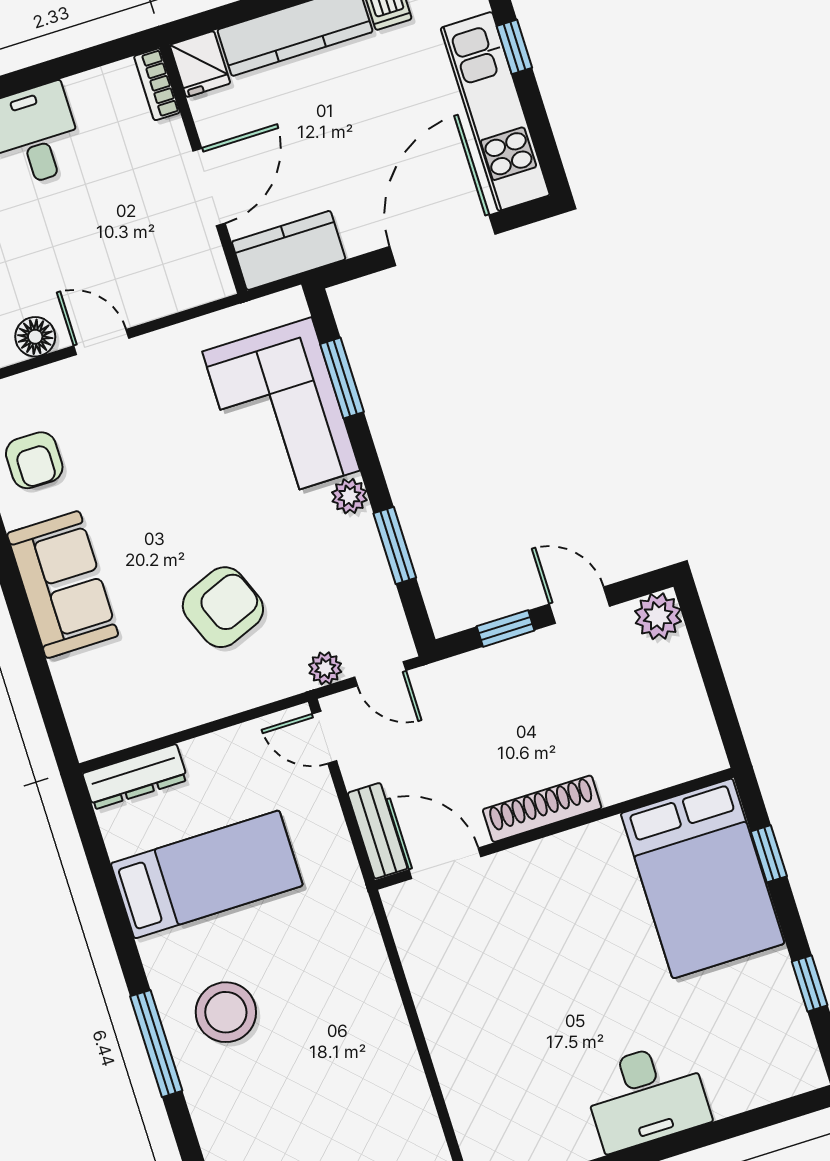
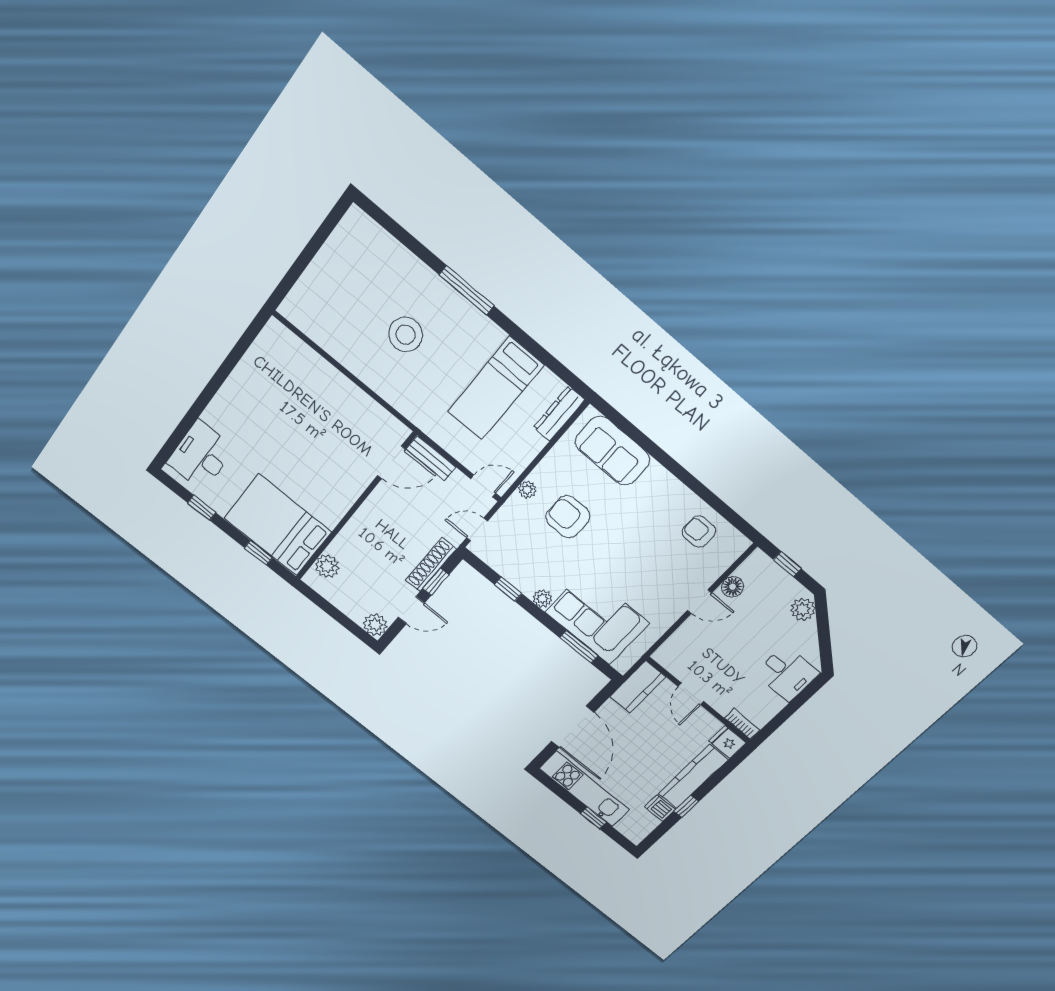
door: (209, 187) -> (691, 694), width x0.73
window: (395, 545) -> (508, 589), width x0.67
sofa: (63, 585) -> (612, 451), moved
armchair: (223, 607) -> (568, 517), turned 112
plant: (325, 668) -> (527, 490), moved
plant: (669, 762) -> (327, 566), added
shoe rack: (542, 809) -> (431, 565), moved, turned 180
stool: (226, 1012) -> (406, 335), moved
desk: (646, 1096) -> (201, 456), moved

